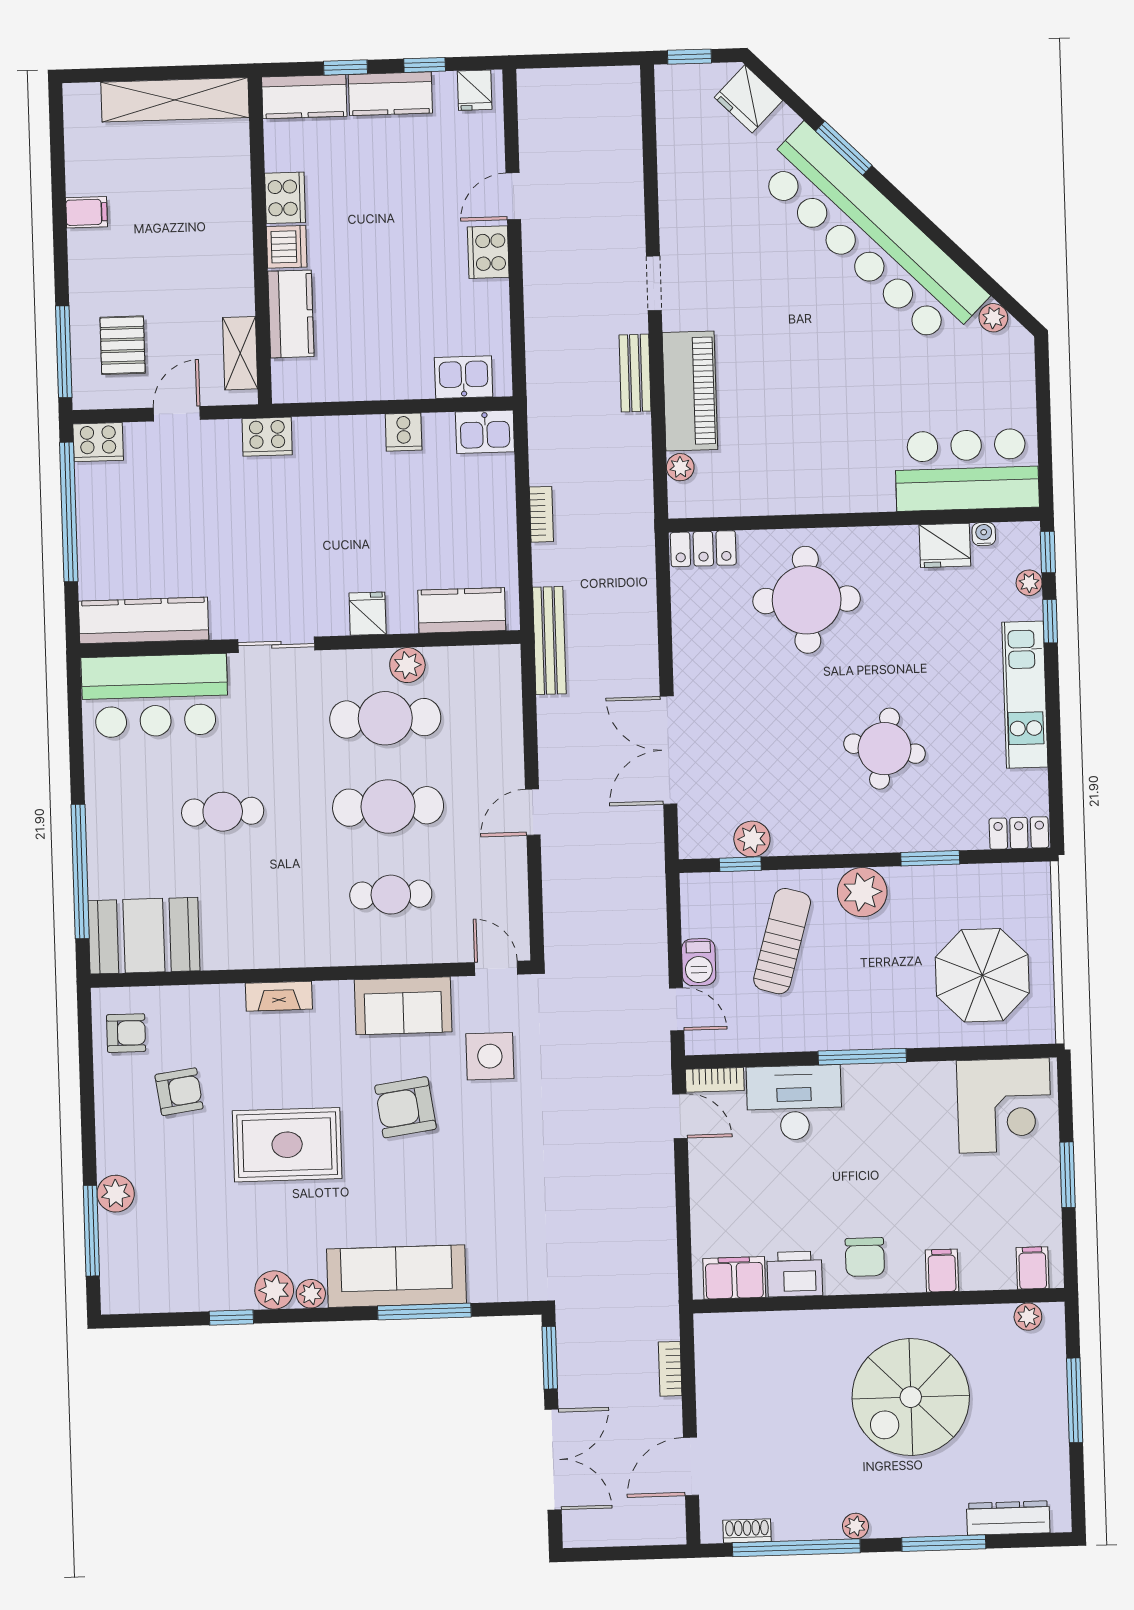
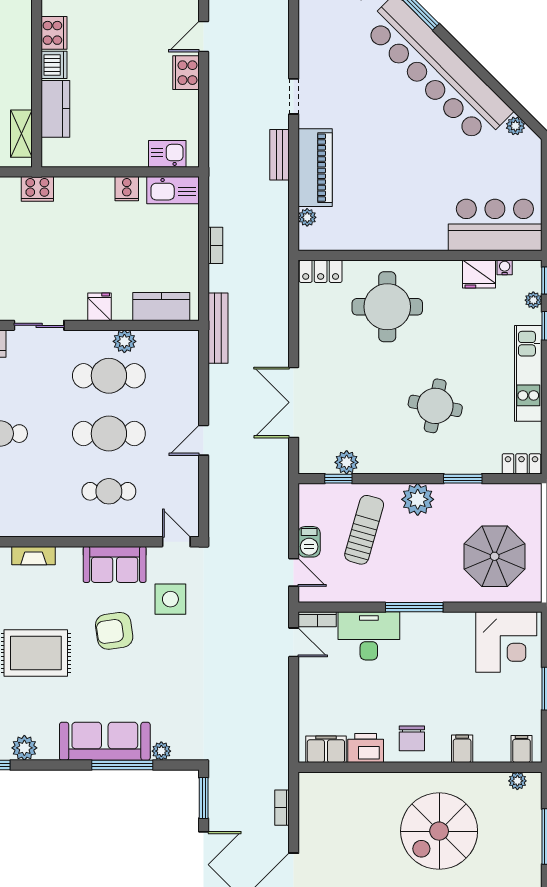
kitchen sink: (485, 432) -> (173, 190), width x1.38
plant: (311, 1294) -> (161, 751), moved

